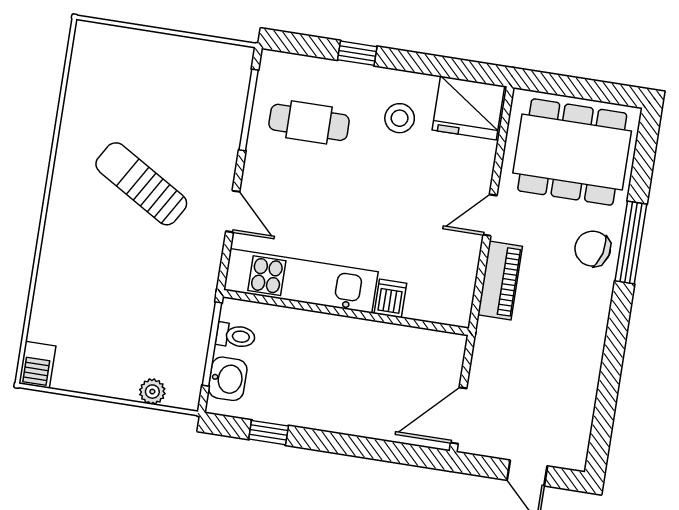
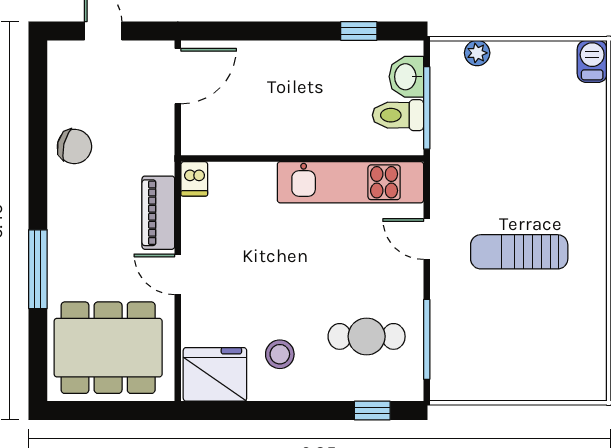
window: (357, 53) -> (372, 411), moved
sun lounger: (141, 184) -> (519, 252), turned 149
door: (490, 215) -> (178, 274), swing flipped
chair: (593, 249) -> (74, 146), moved
dishwasher: (390, 298) -> (194, 179), moved
toilet: (236, 336) -> (398, 115), width x1.37, depth x1.39

